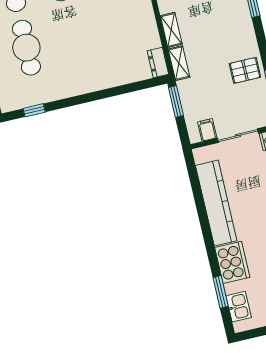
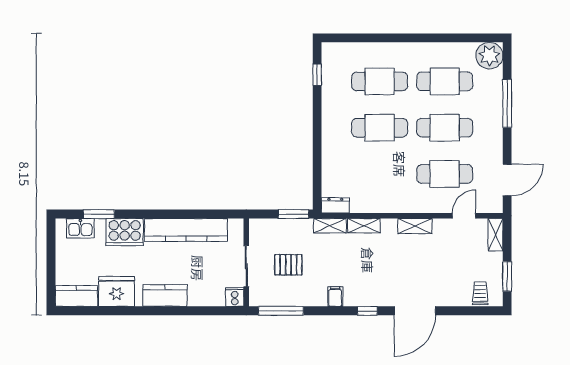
cafe table: (72, 37) -> (380, 128), added
pallet: (245, 70) -> (288, 265), moved, turned 90
filing cabinet: (207, 130) -> (335, 297), moved, turned -90

